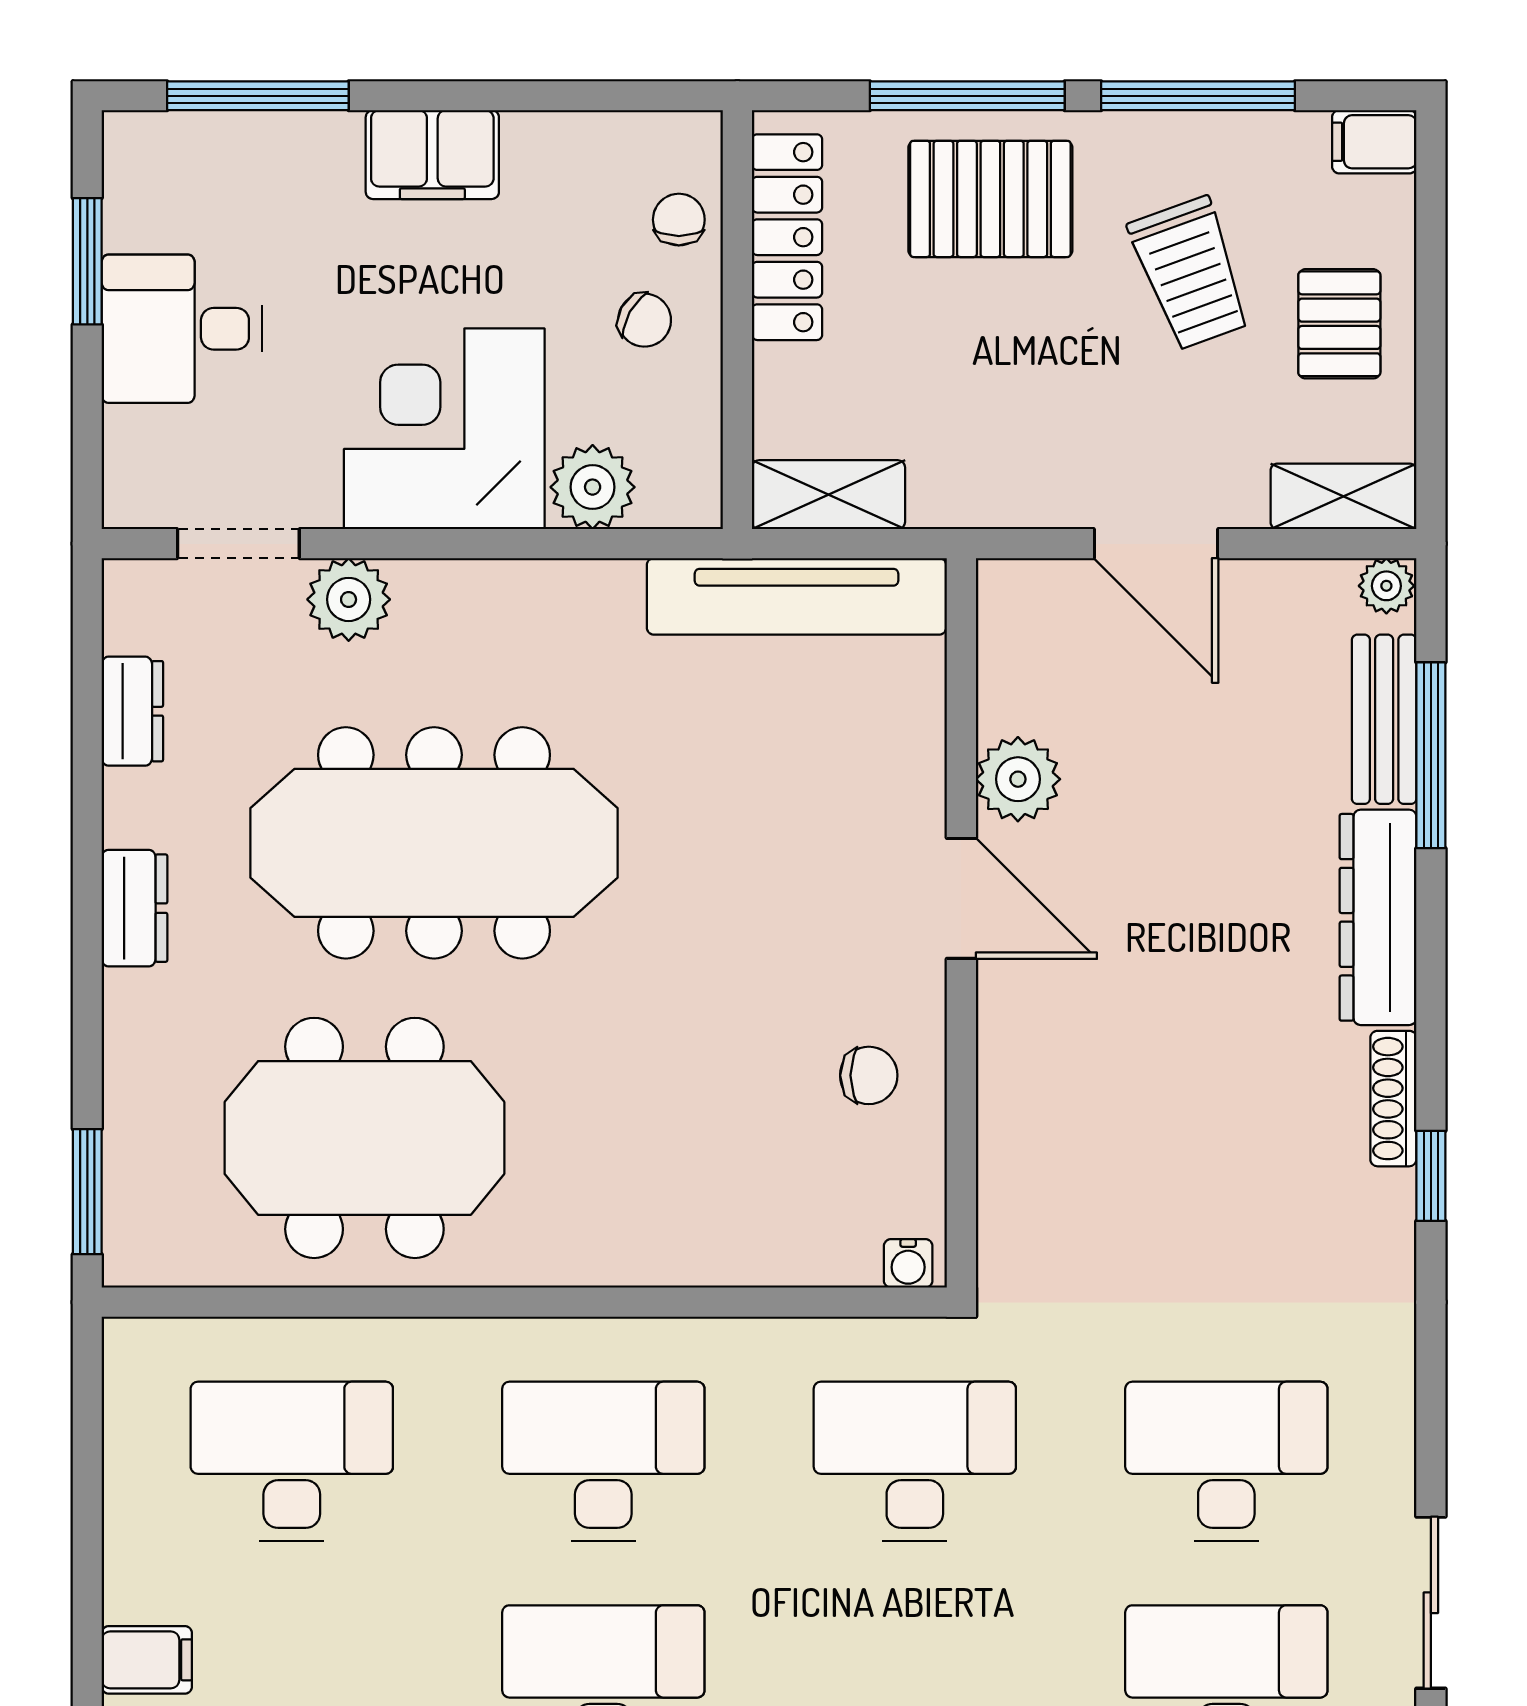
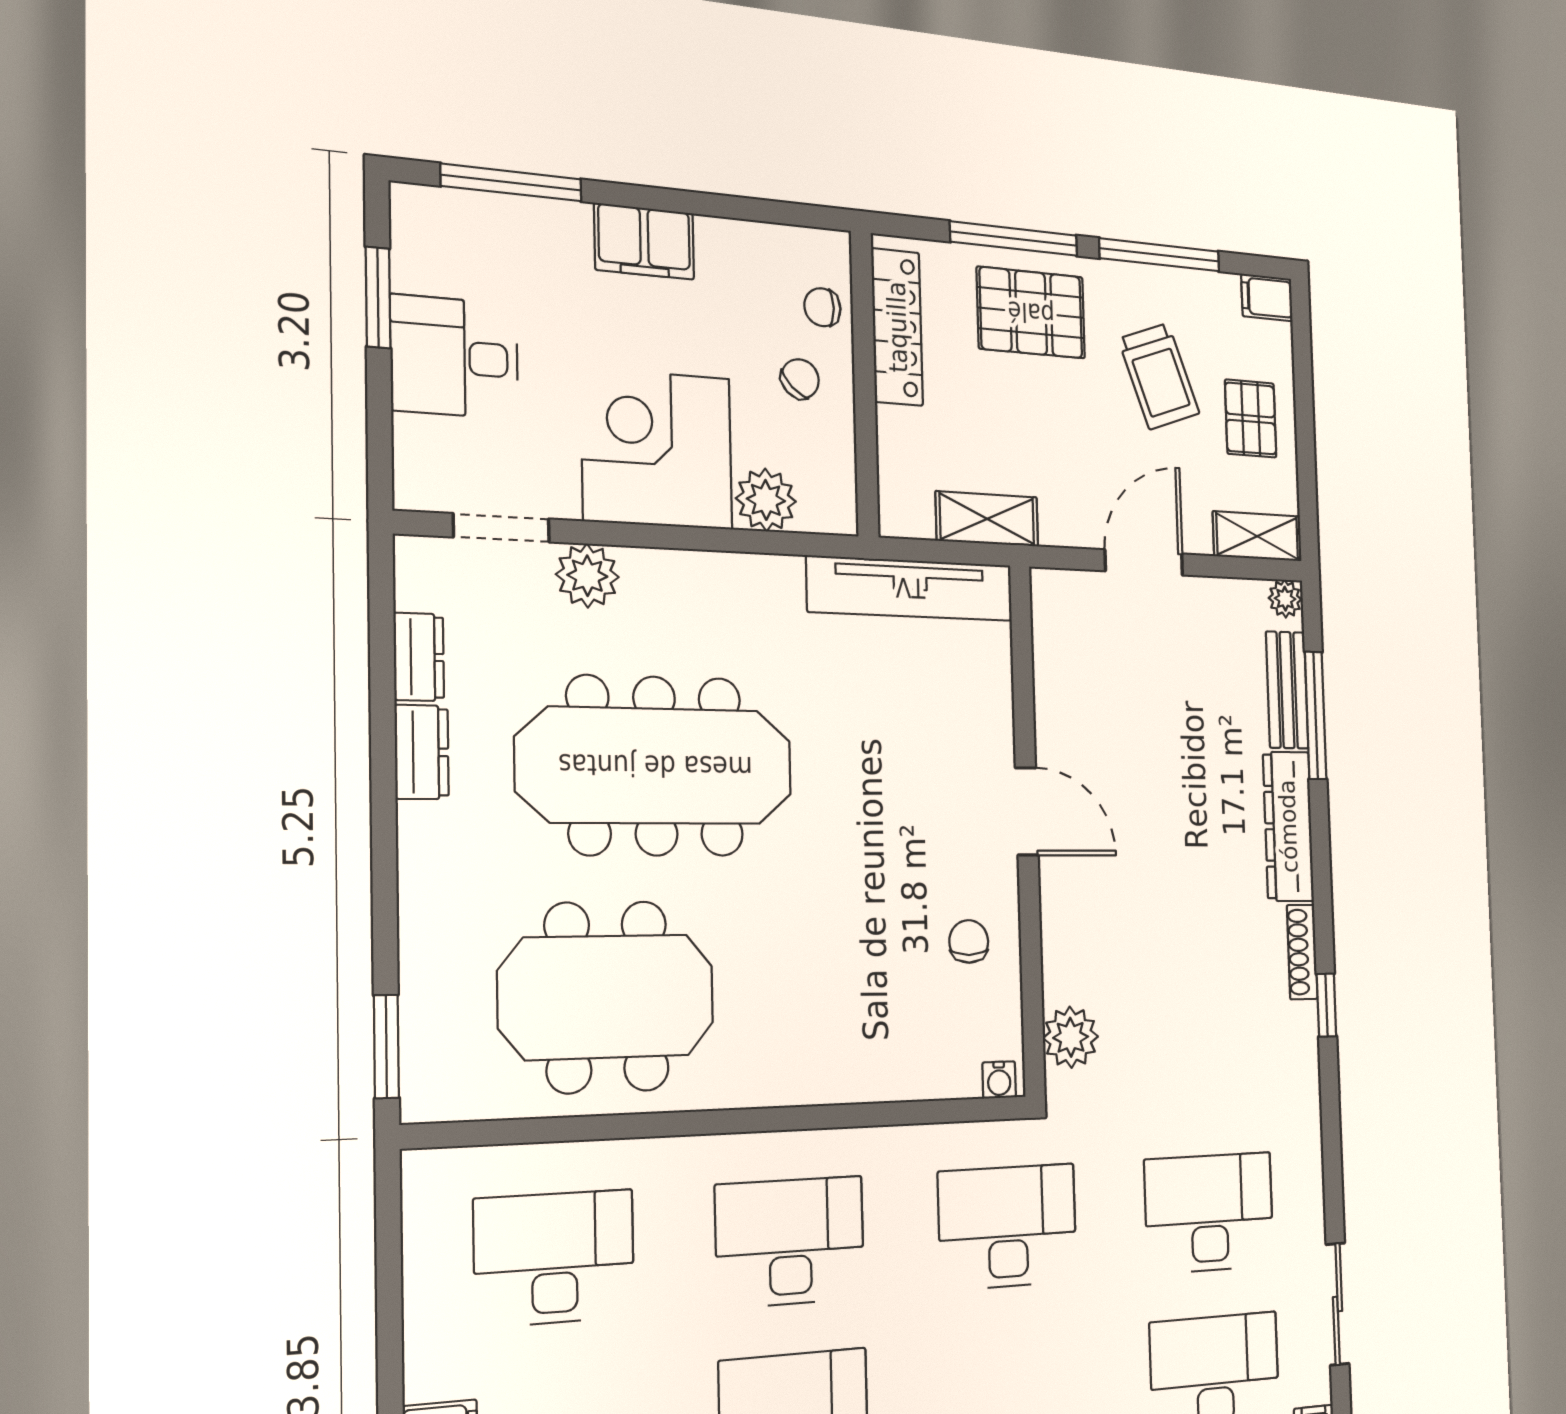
chair: (679, 220) -> (822, 307), turned -90
chair: (645, 320) -> (800, 379), turned -74
shelving: (828, 495) -> (987, 519), moved
door: (1156, 544) -> (1144, 562), swing flipped
plant: (1018, 779) -> (1071, 1037), moved
dresser: (135, 908) -> (422, 752), moved
chair: (869, 1075) -> (969, 941), turned -90

